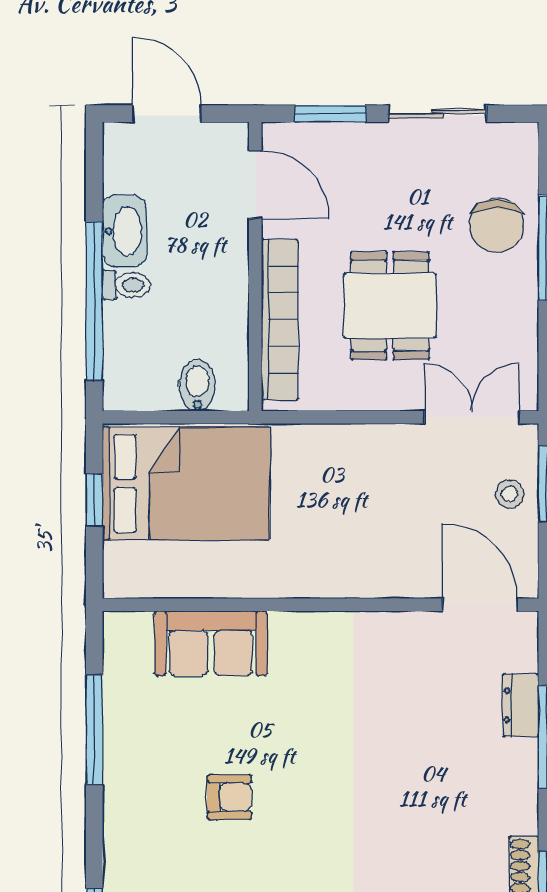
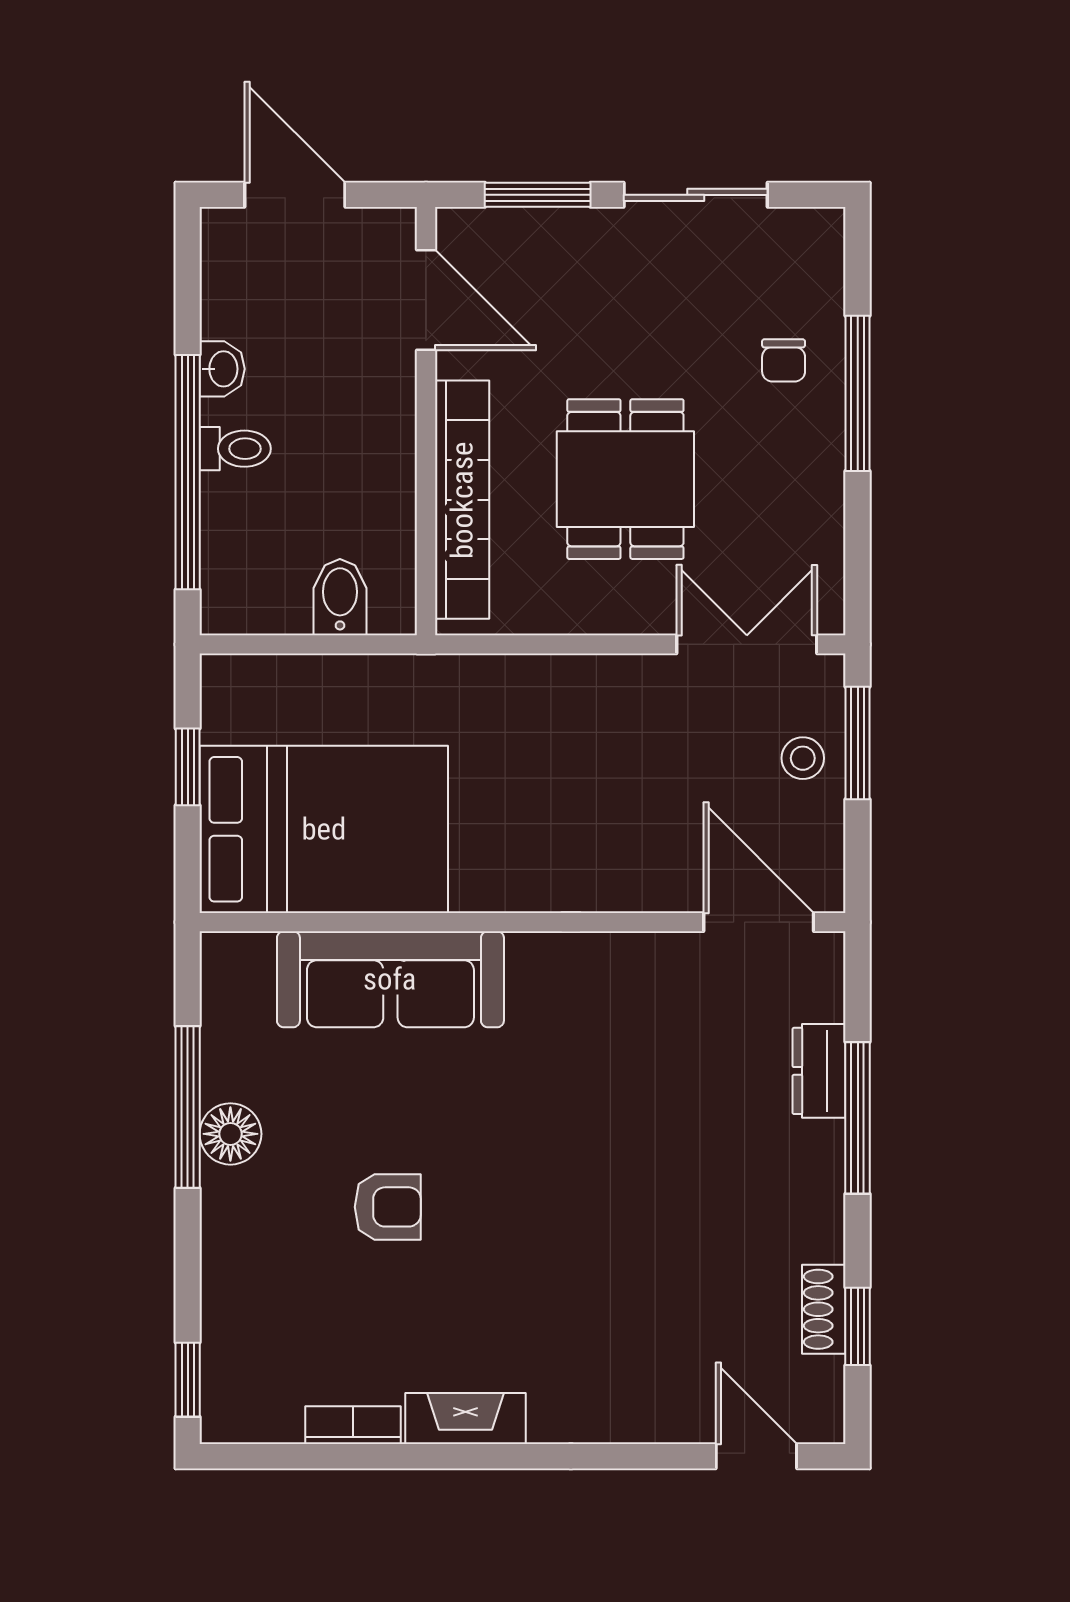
chair: (497, 225) -> (784, 360), width x0.54, depth x0.54
washbasin: (124, 231) -> (222, 369), width x0.52, depth x0.69
bed: (186, 483) -> (324, 829), moved
sofa: (211, 643) -> (390, 979), width x1.36
floor lamp: (123, 748) -> (230, 1134), added

